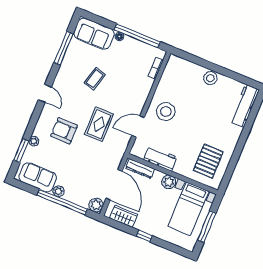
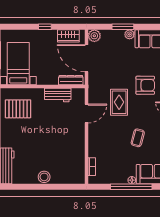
window: (137, 36) -> (131, 187), moved
stool: (166, 112) -> (69, 135), removed
pallet: (208, 161) -> (18, 109), turned 90
plant: (169, 182) -> (43, 79), removed
window: (62, 202) -> (123, 27), width x0.47

